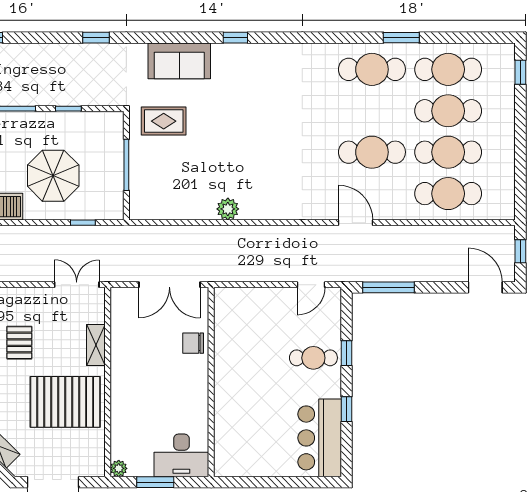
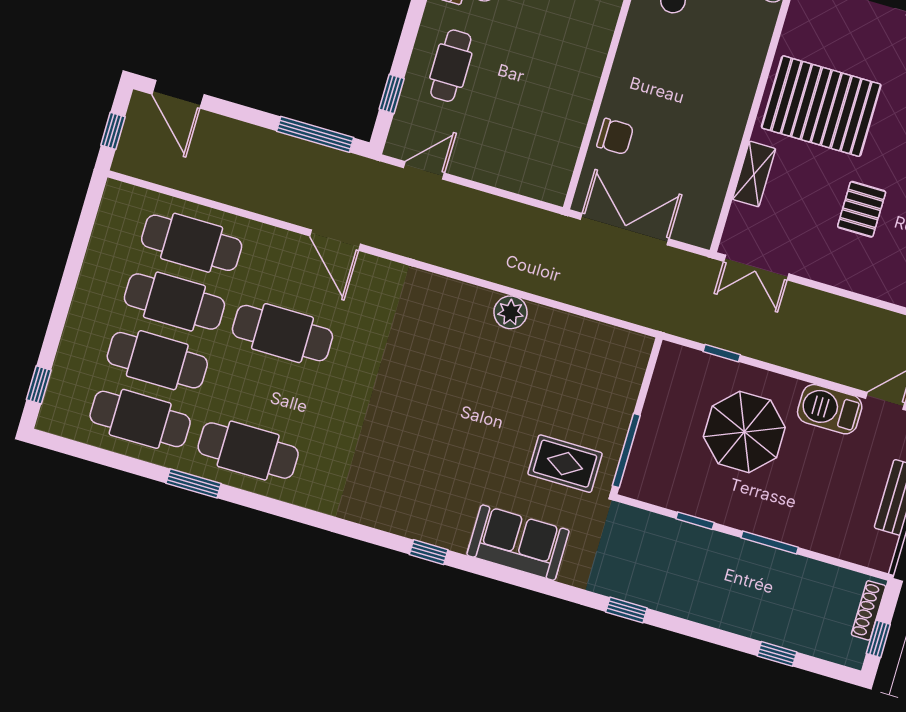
window: (126, 165) -> (626, 451), moved
window: (346, 353) -> (392, 94), moved
cafe table: (313, 358) -> (451, 66), turned 90

